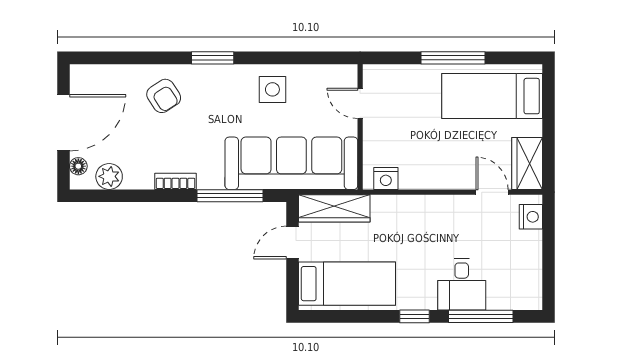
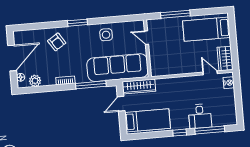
window: (453, 58) -> (175, 14), moved
nightstand: (386, 179) -> (161, 71), removed

